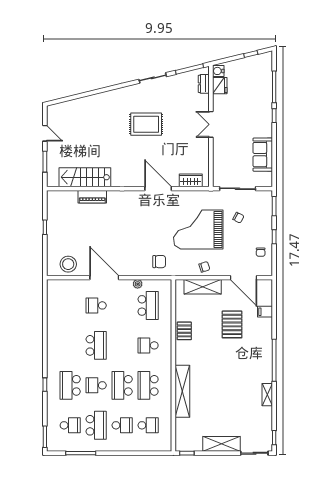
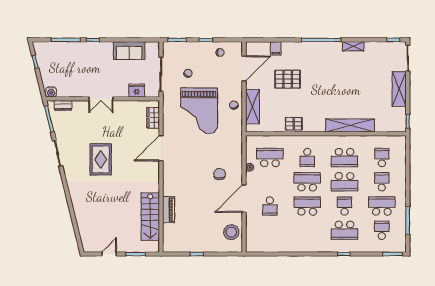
fridge: (220, 86) -> (137, 91), moved
chair: (159, 262) -> (220, 174), moved
school desk: (122, 345) -> (307, 182), added
school desk: (96, 385) -> (345, 206), turned 180

